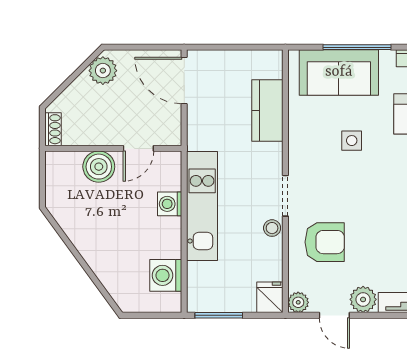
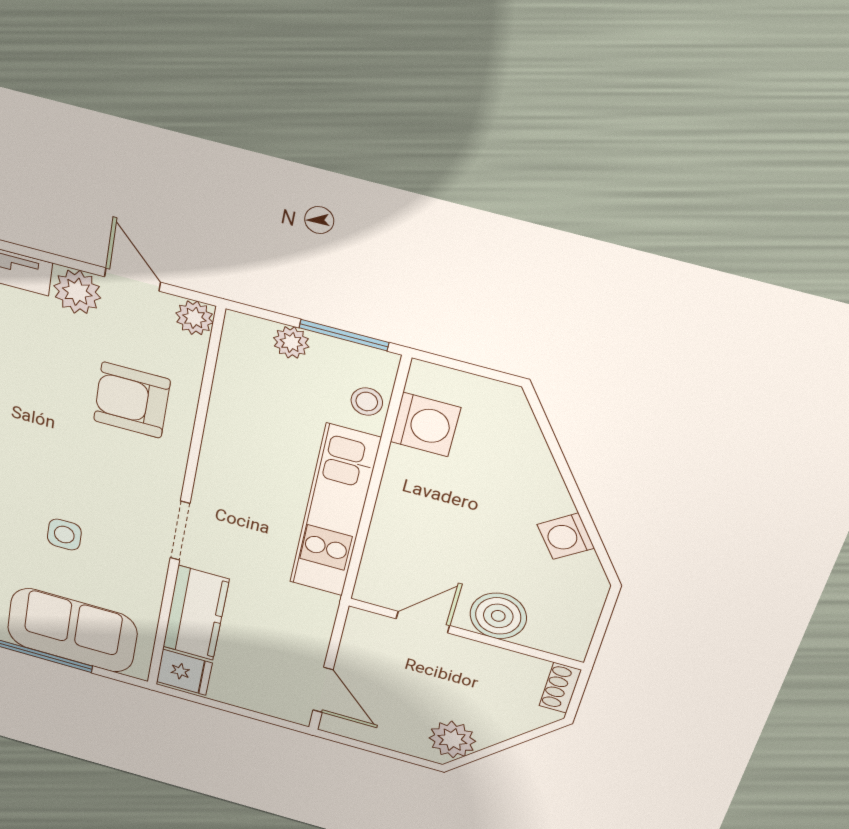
door: (184, 80) -> (323, 690), width x0.73
doorway: (285, 196) -> (180, 531), moved
washing machine: (170, 204) -> (566, 536), moved, turned 144
stool: (272, 228) -> (367, 402), moved
fridge: (270, 297) -> (184, 672), moved, turned -90
plant: (245, 303) -> (291, 342), added

